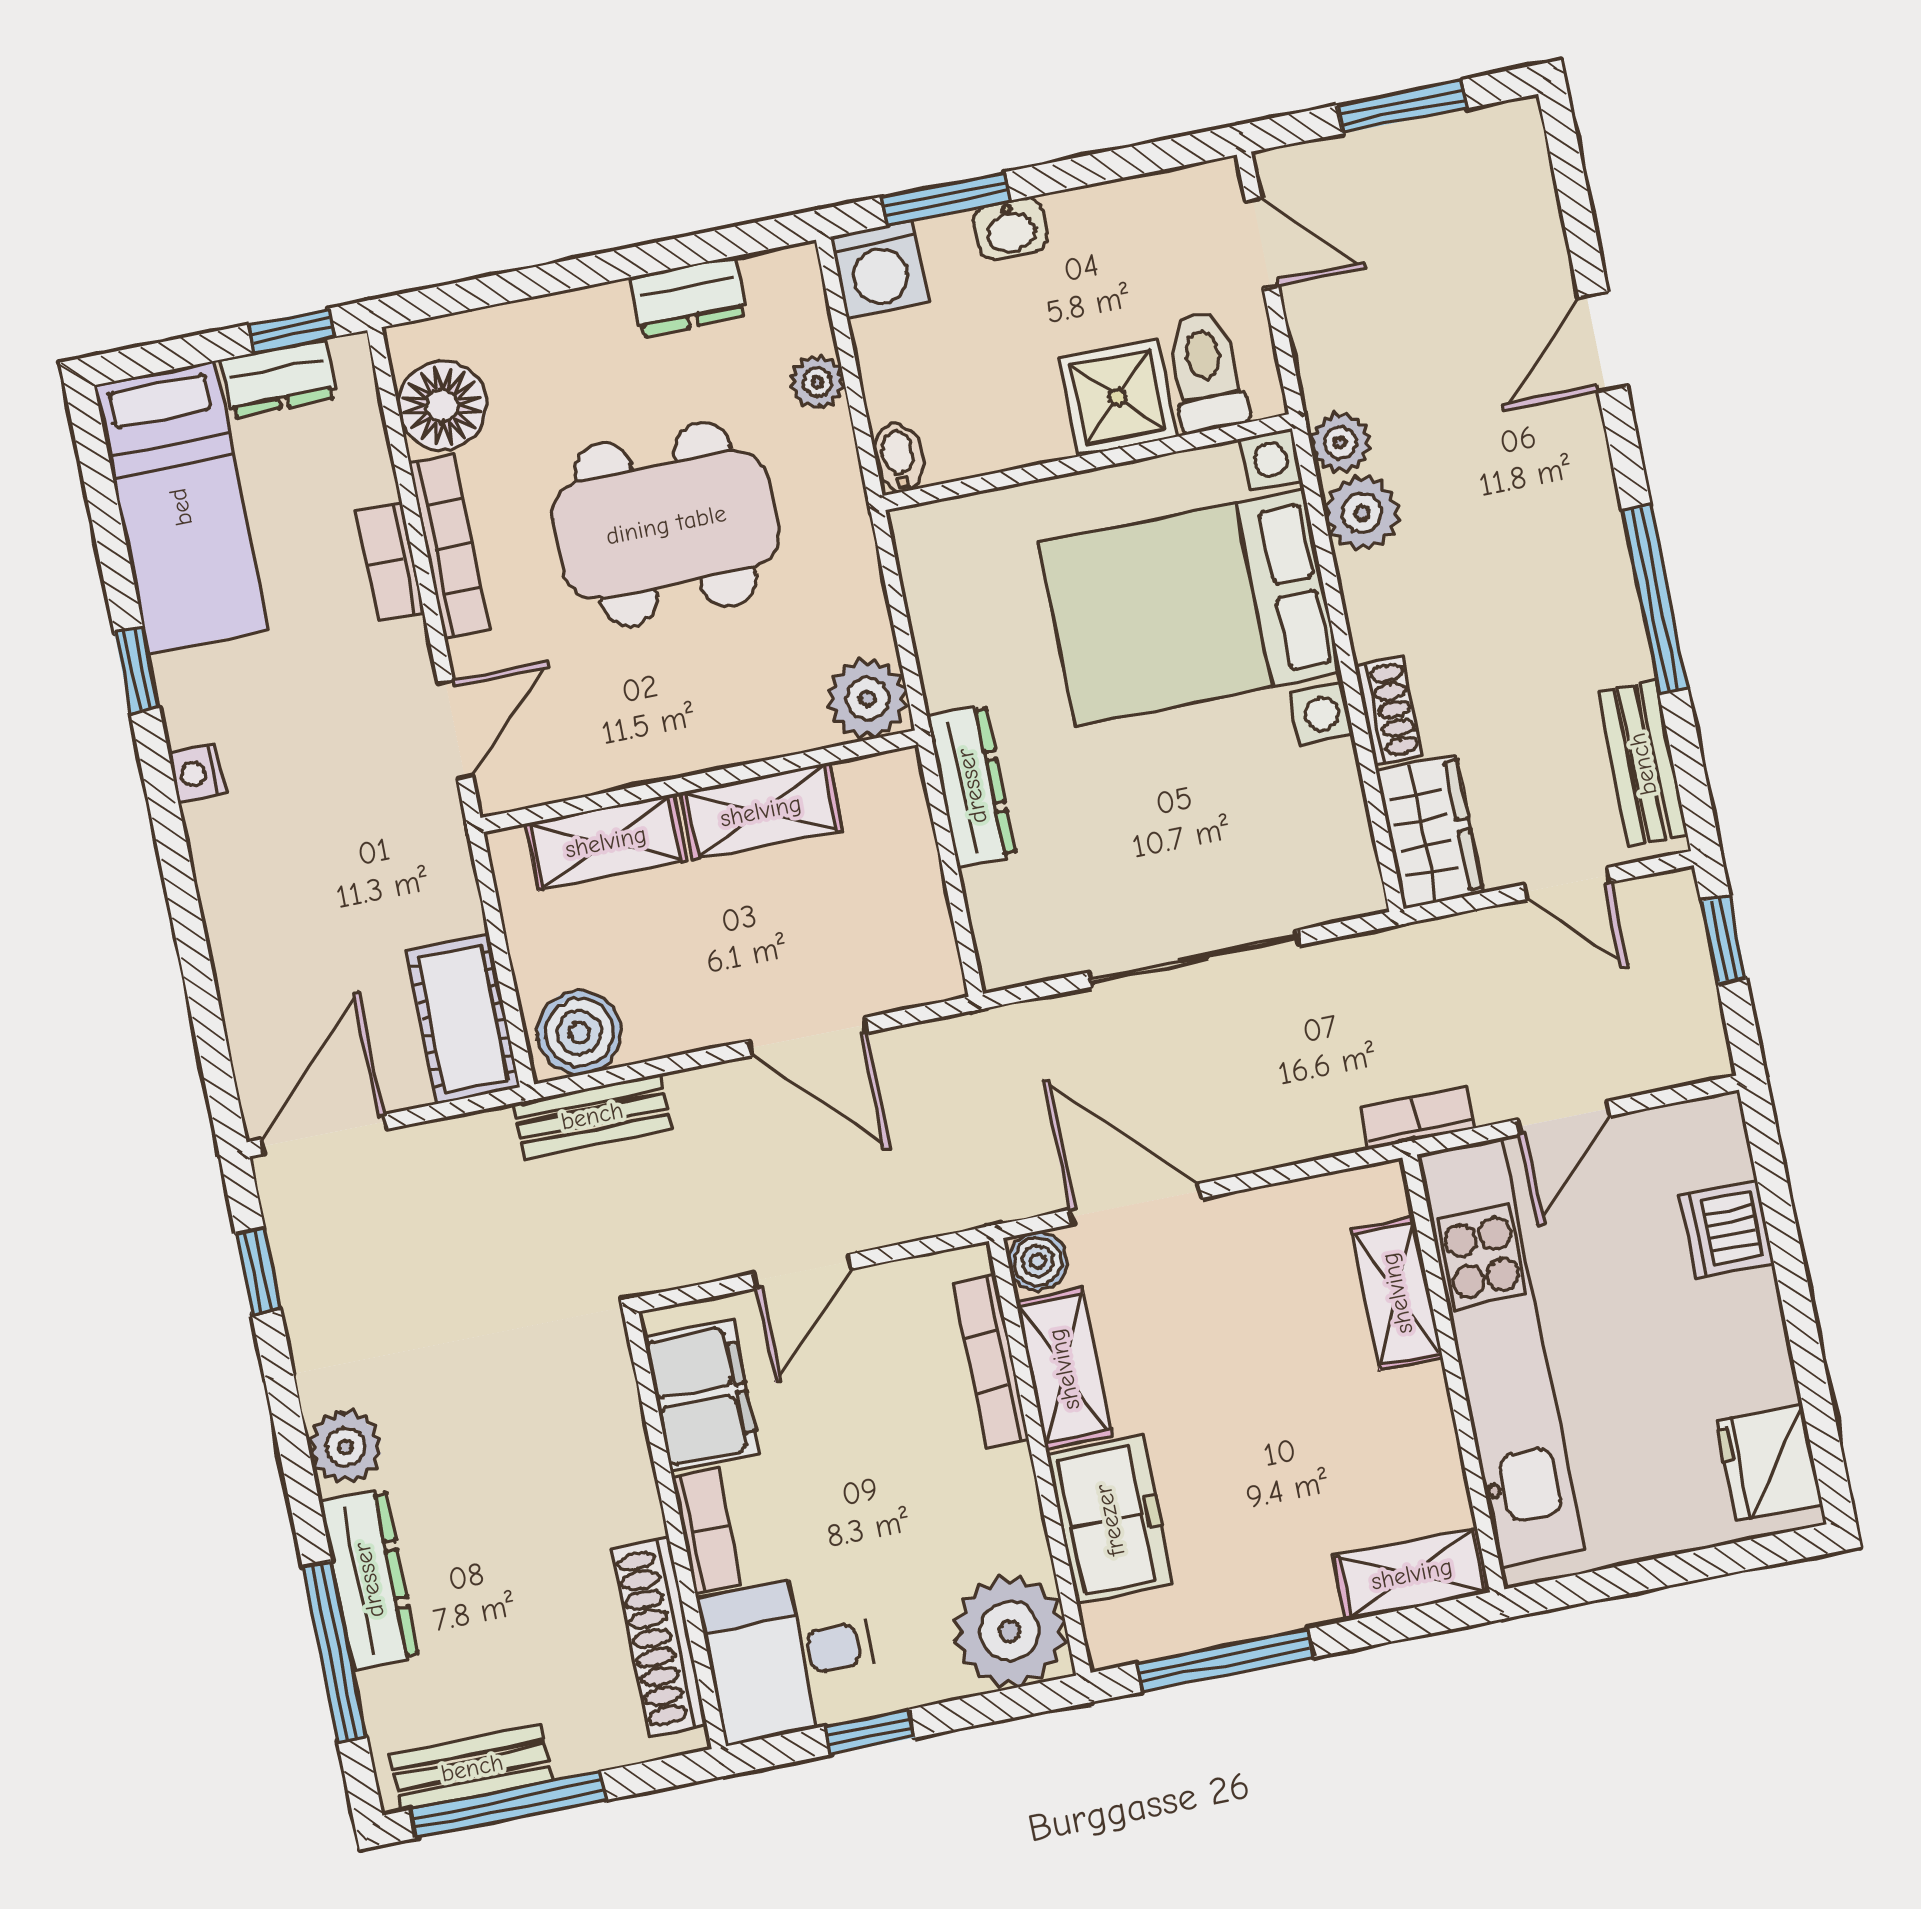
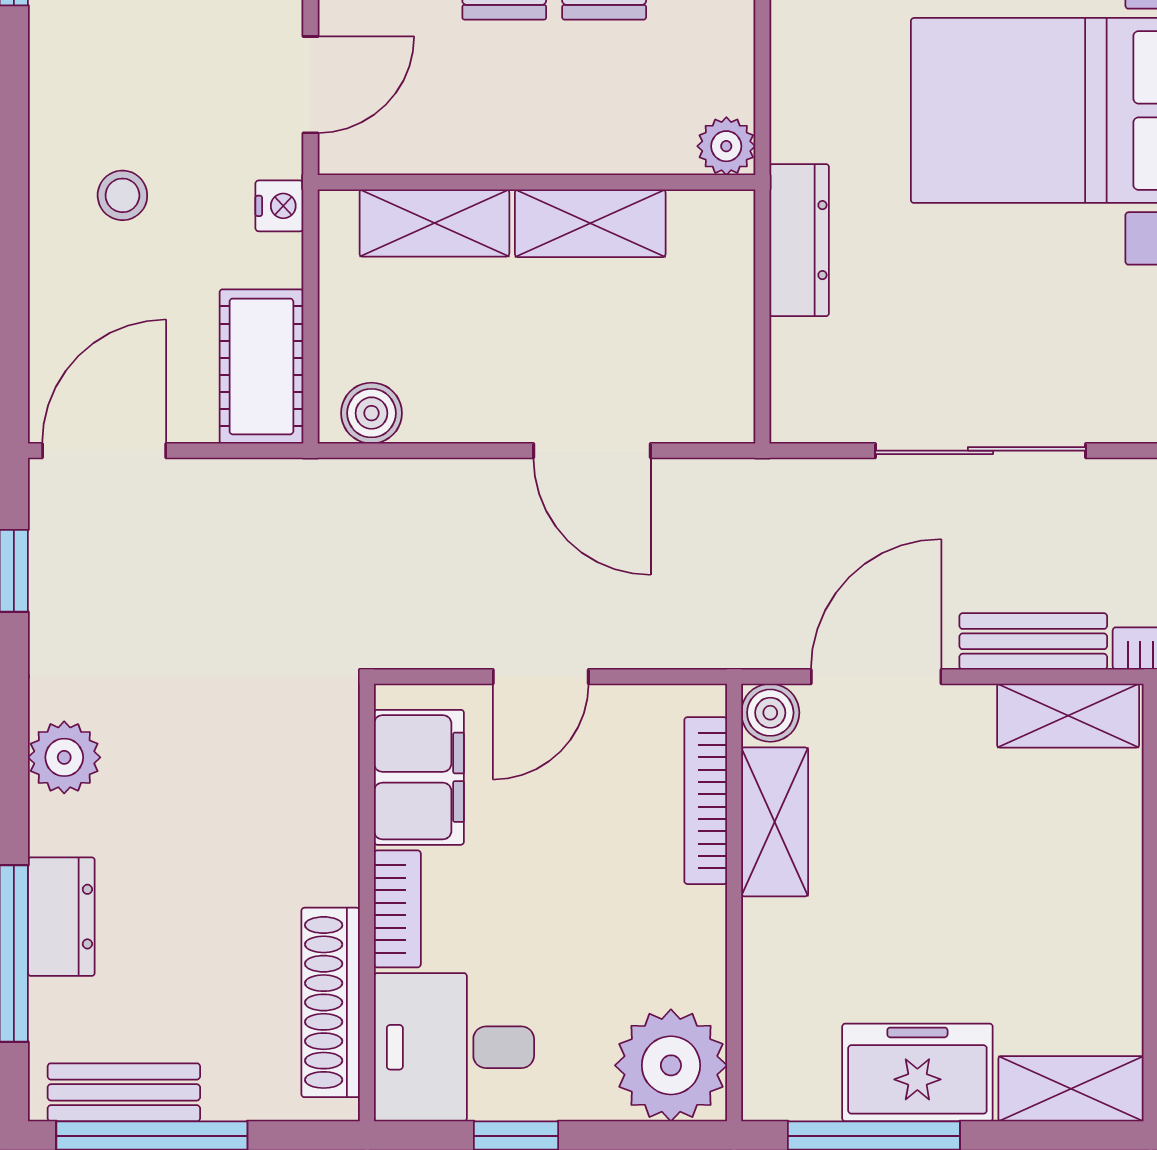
plant: (867, 699) -> (726, 146), width x0.73, depth x0.73
nightstand: (197, 773) -> (279, 206), moved, turned 180
stool: (291, 877) -> (122, 195), added
boiler: (579, 1032) -> (371, 413), width x0.73, depth x0.73
bench: (592, 1116) -> (1033, 641), moved
door: (1135, 1204) -> (876, 677), hinge flipped
shelving: (1397, 1293) -> (1068, 716), moved, turned 90
freezer: (1110, 1520) -> (917, 1073), moved, turned -90
dresser: (369, 1580) -> (61, 917), width x0.70

